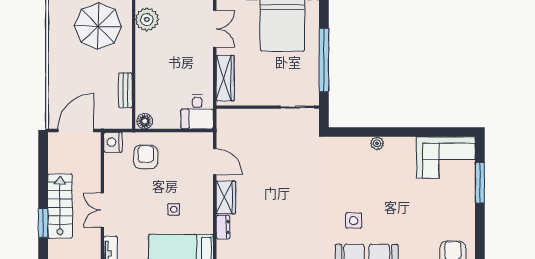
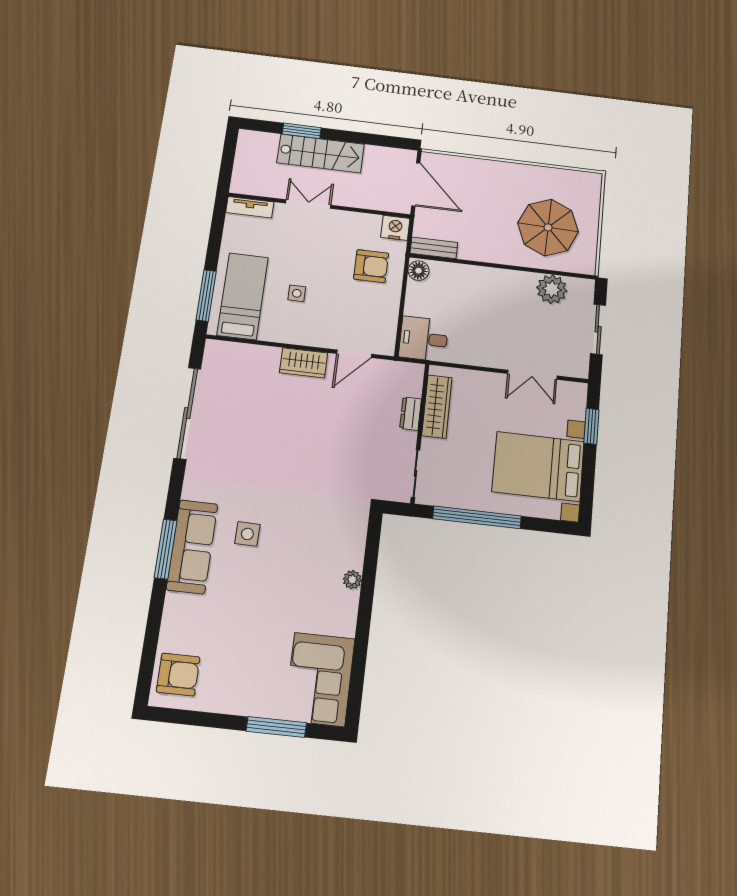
wardrobe: (225, 78) -> (437, 407), moved, turned -90
bench: (125, 90) -> (434, 248), moved
dresser: (223, 227) -> (411, 414), moved, turned 90

